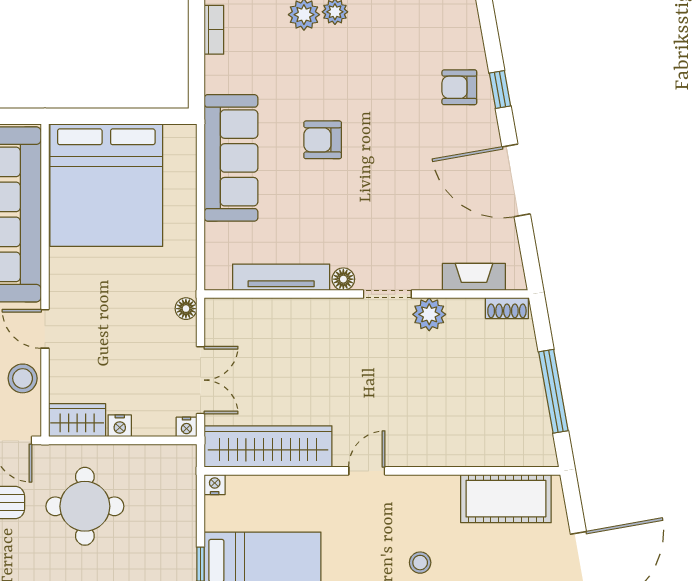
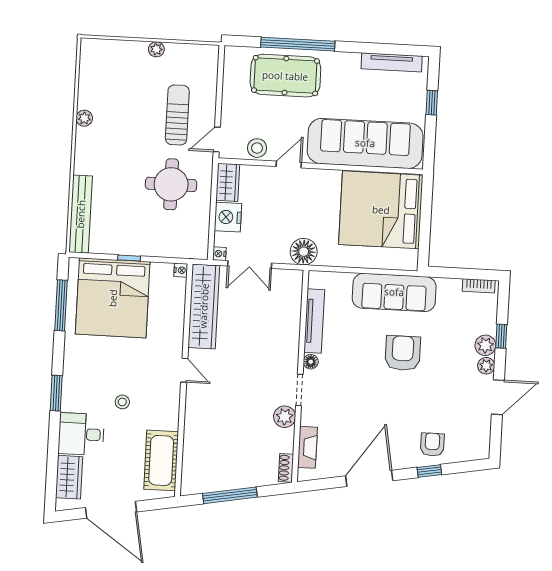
armchair: (323, 140) -> (403, 353), width x1.38, depth x1.38
floor lamp: (186, 309) -> (304, 252), width x1.89, depth x1.89
nightstand: (120, 426) -> (228, 217), width x1.89, depth x1.79

